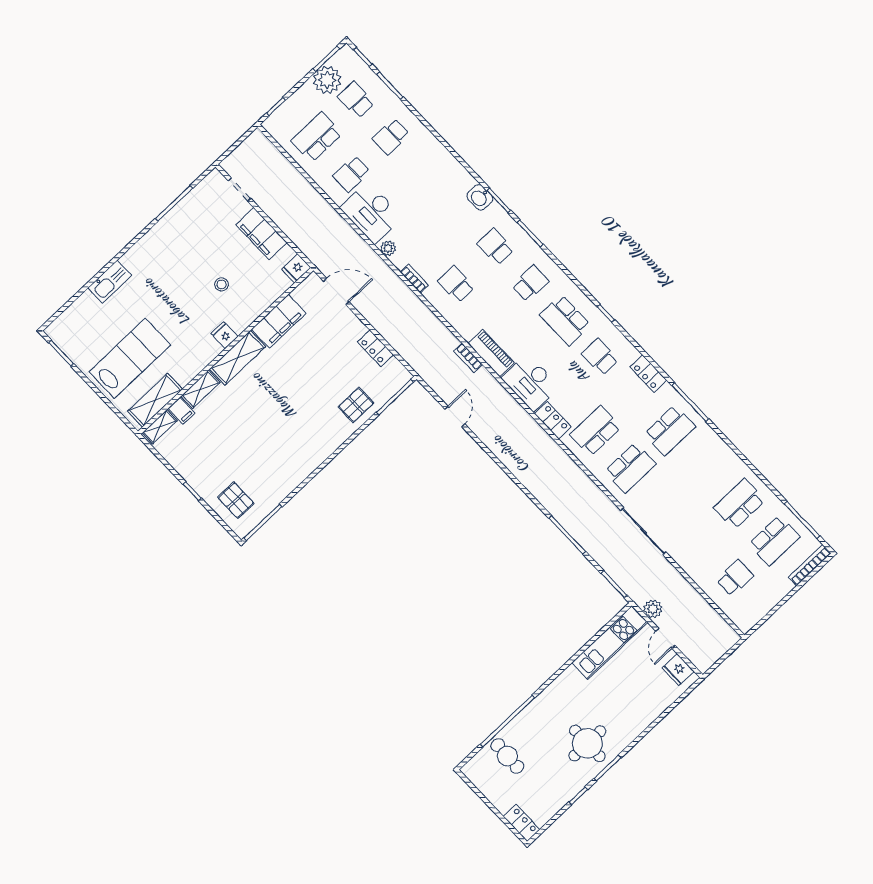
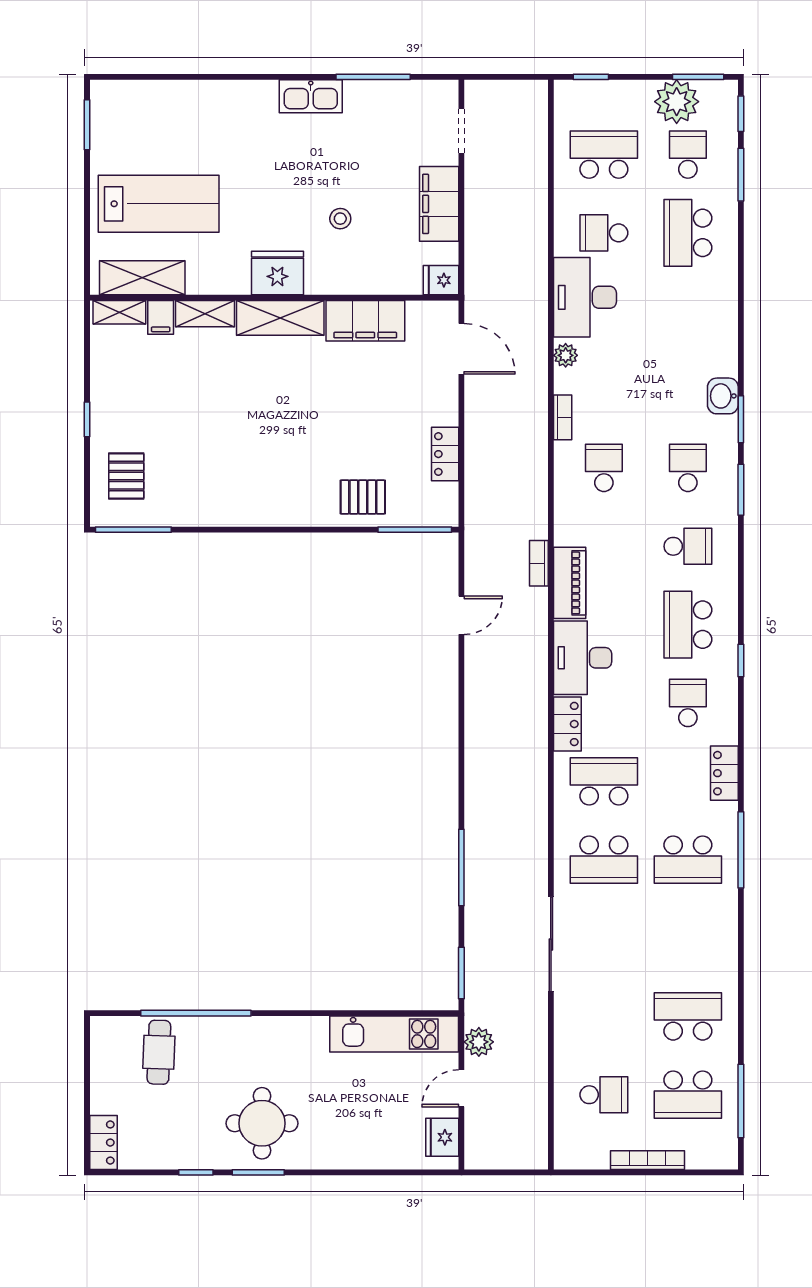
school desk: (391, 136) -> (688, 233), width x1.85
kitchen sink: (110, 282) -> (311, 96), moved
fridge: (224, 335) -> (277, 273), width x1.88, depth x1.34
bookcase: (810, 565) -> (647, 1160), moved

